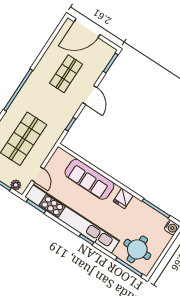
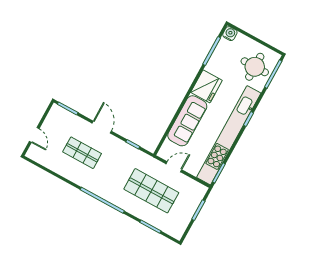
door: (87, 28) -> (34, 135), width x0.53
door: (90, 95) -> (102, 127), hinge flipped
door: (38, 174) -> (174, 167), moved
plant: (16, 185) -> (199, 195), removed
fridge: (123, 198) -> (206, 86), width x1.88, depth x1.34

